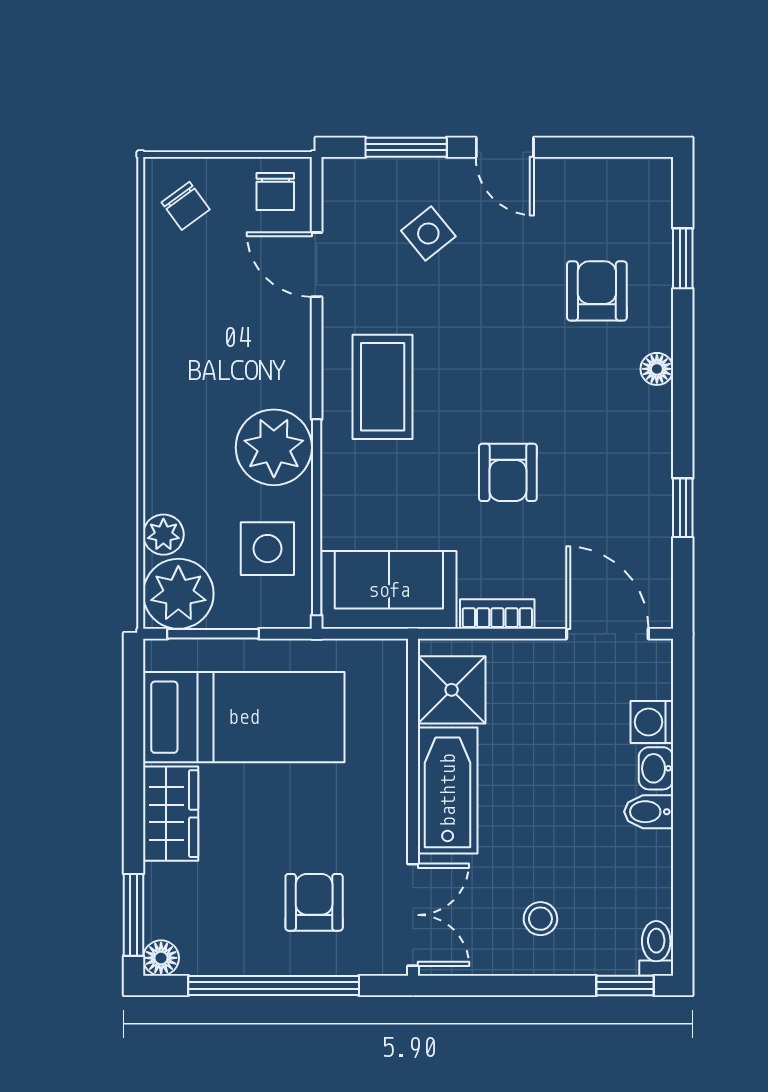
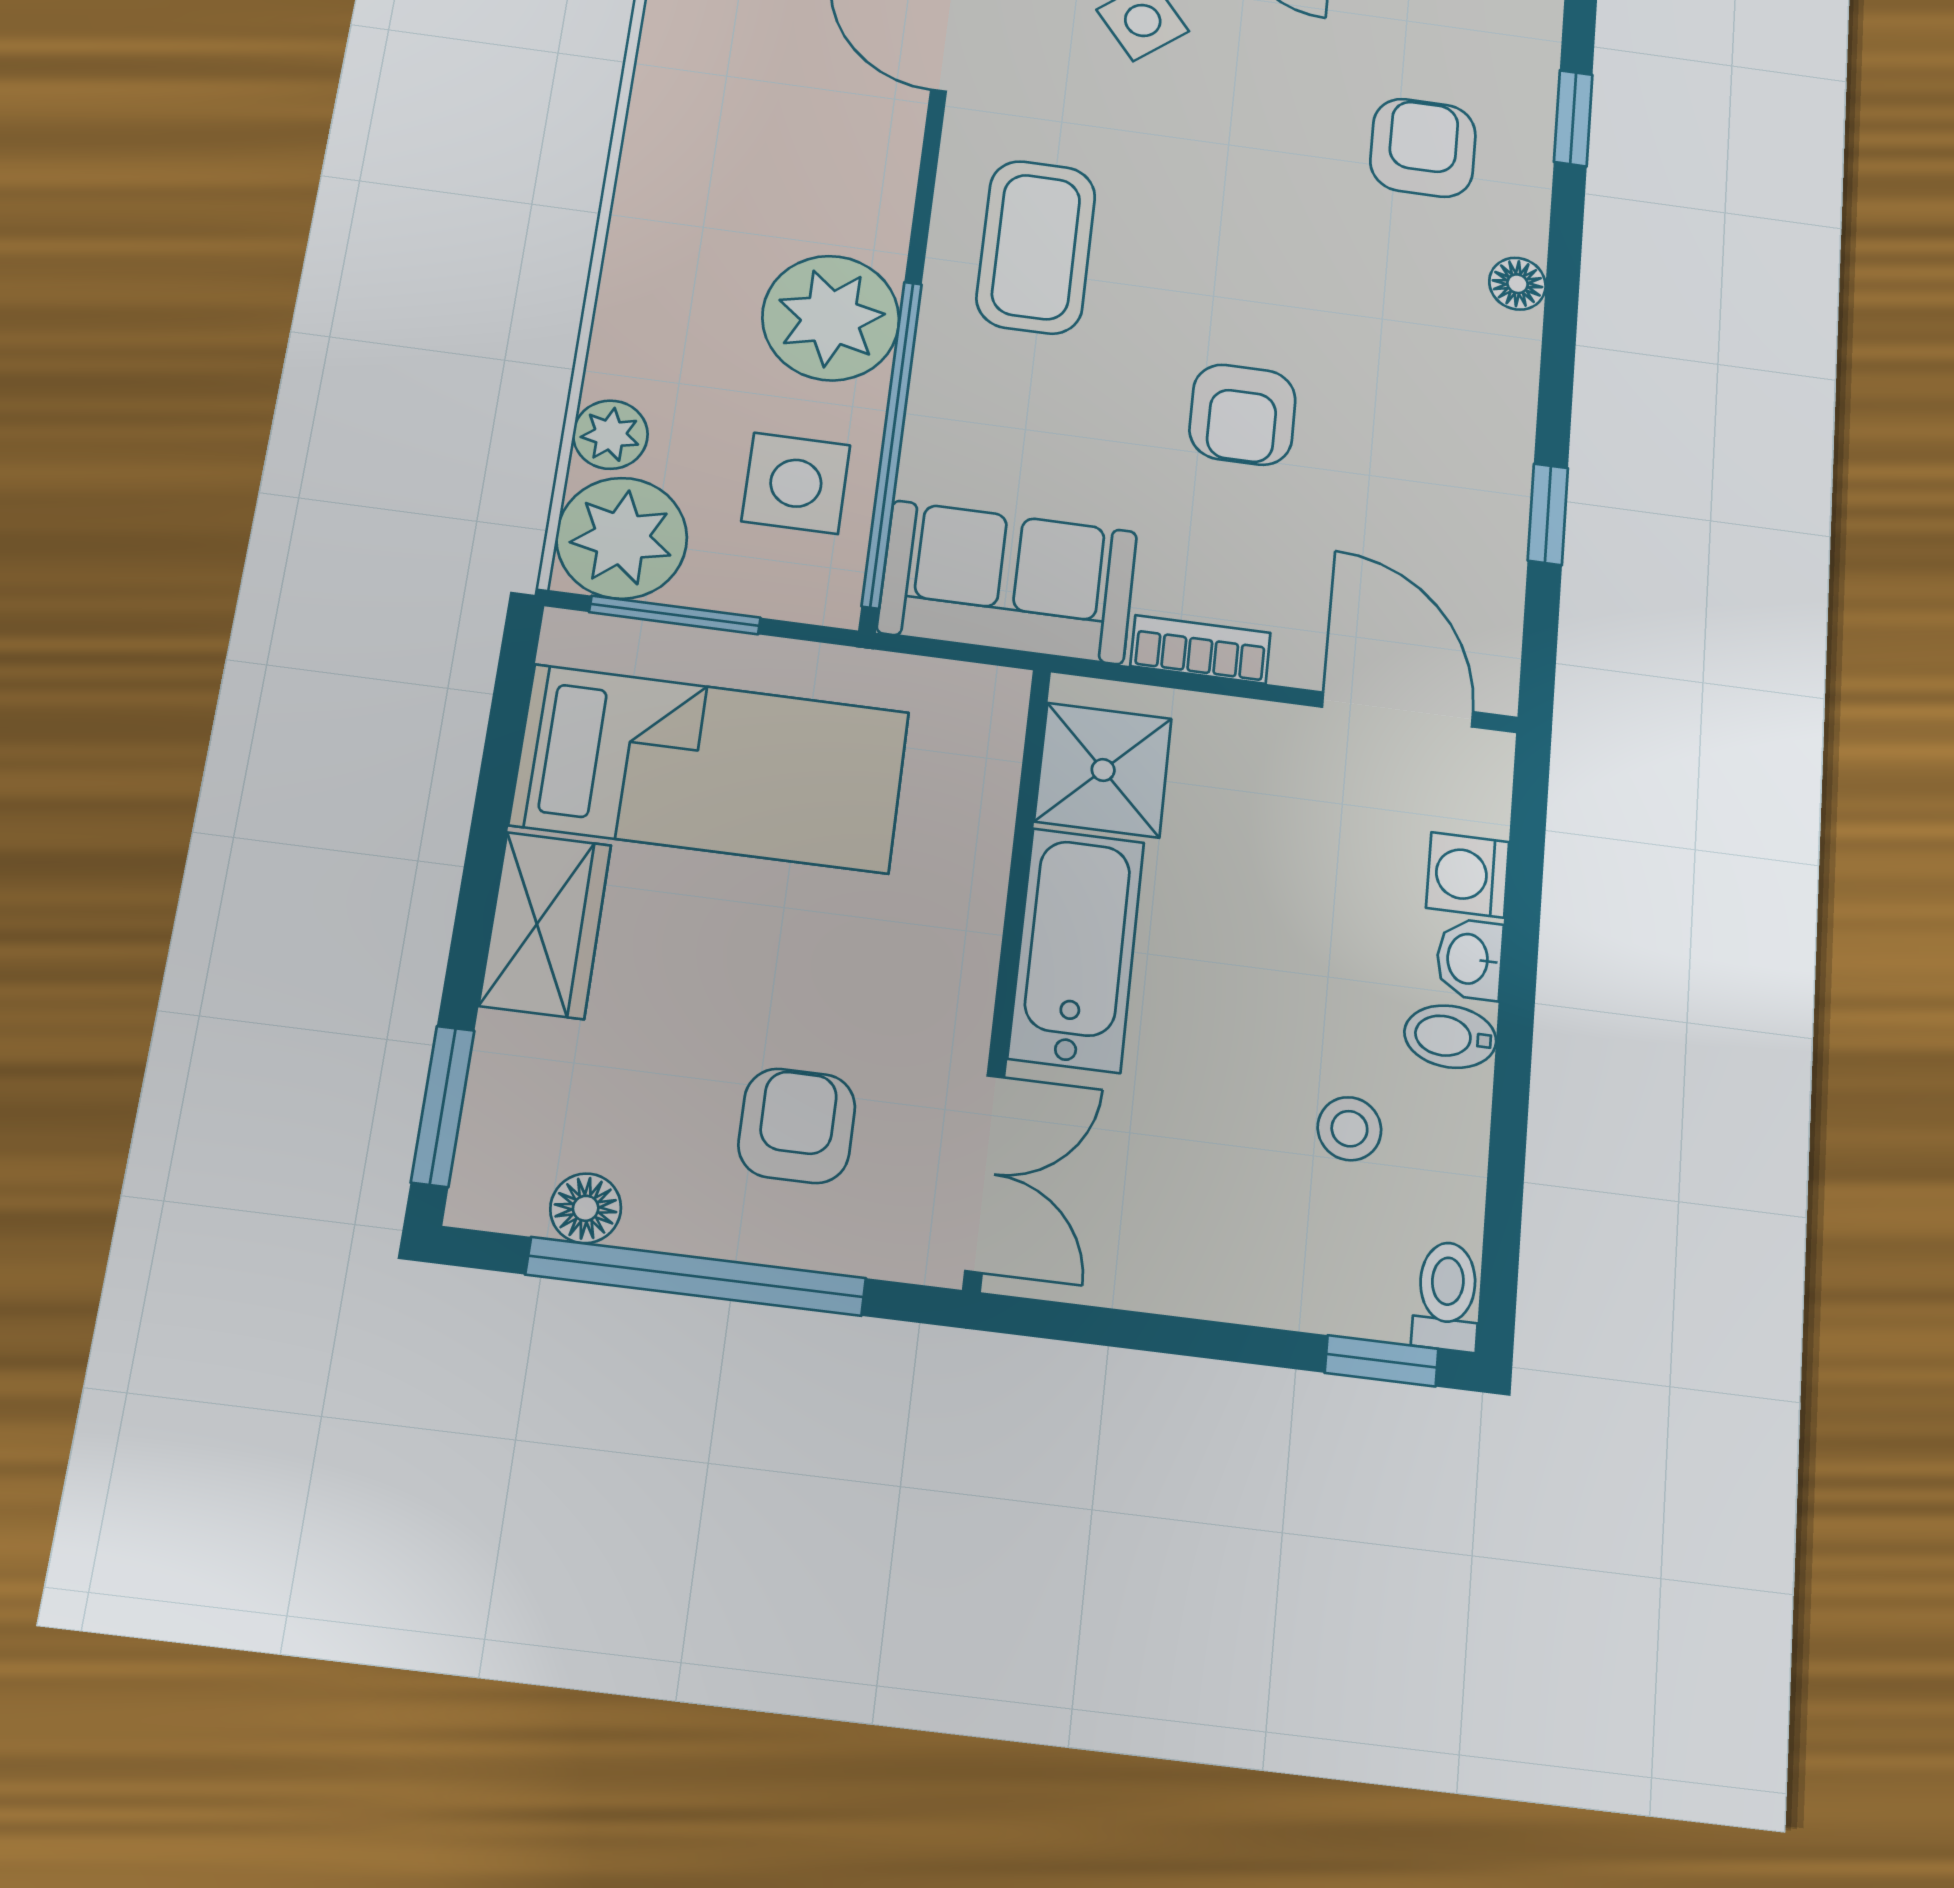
stool: (540, 919) -> (1349, 1129), moved
floor lamp: (161, 958) -> (586, 1208), moved

